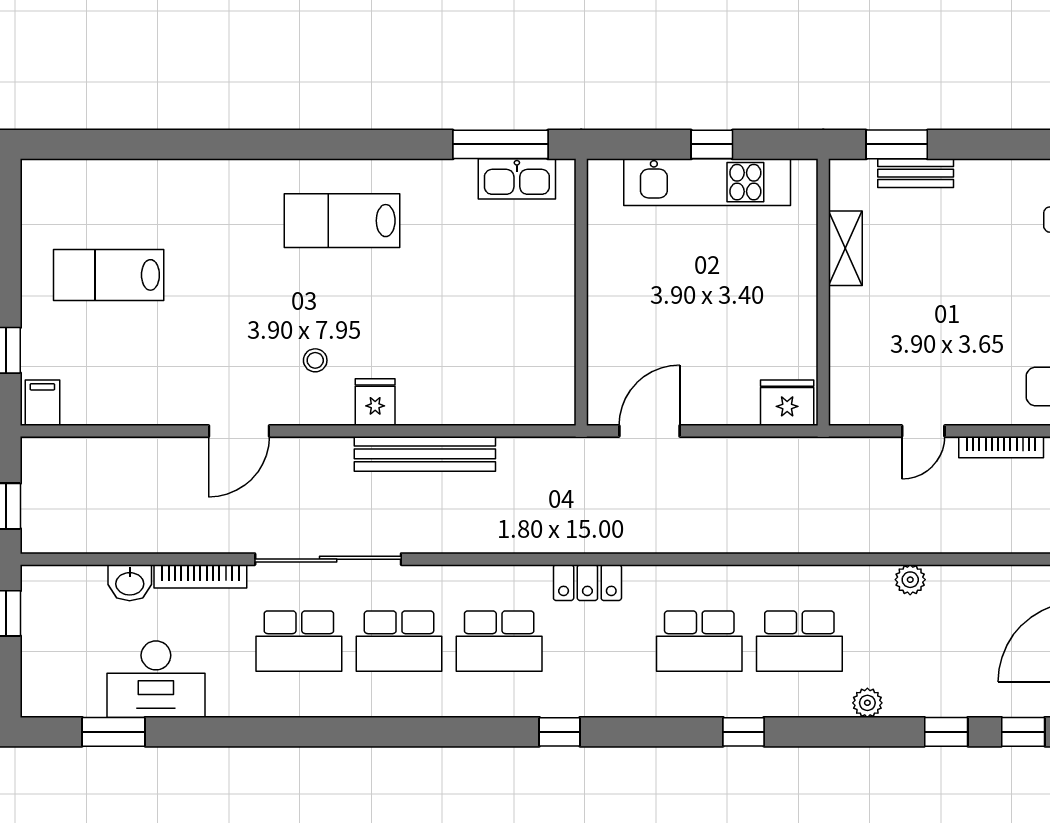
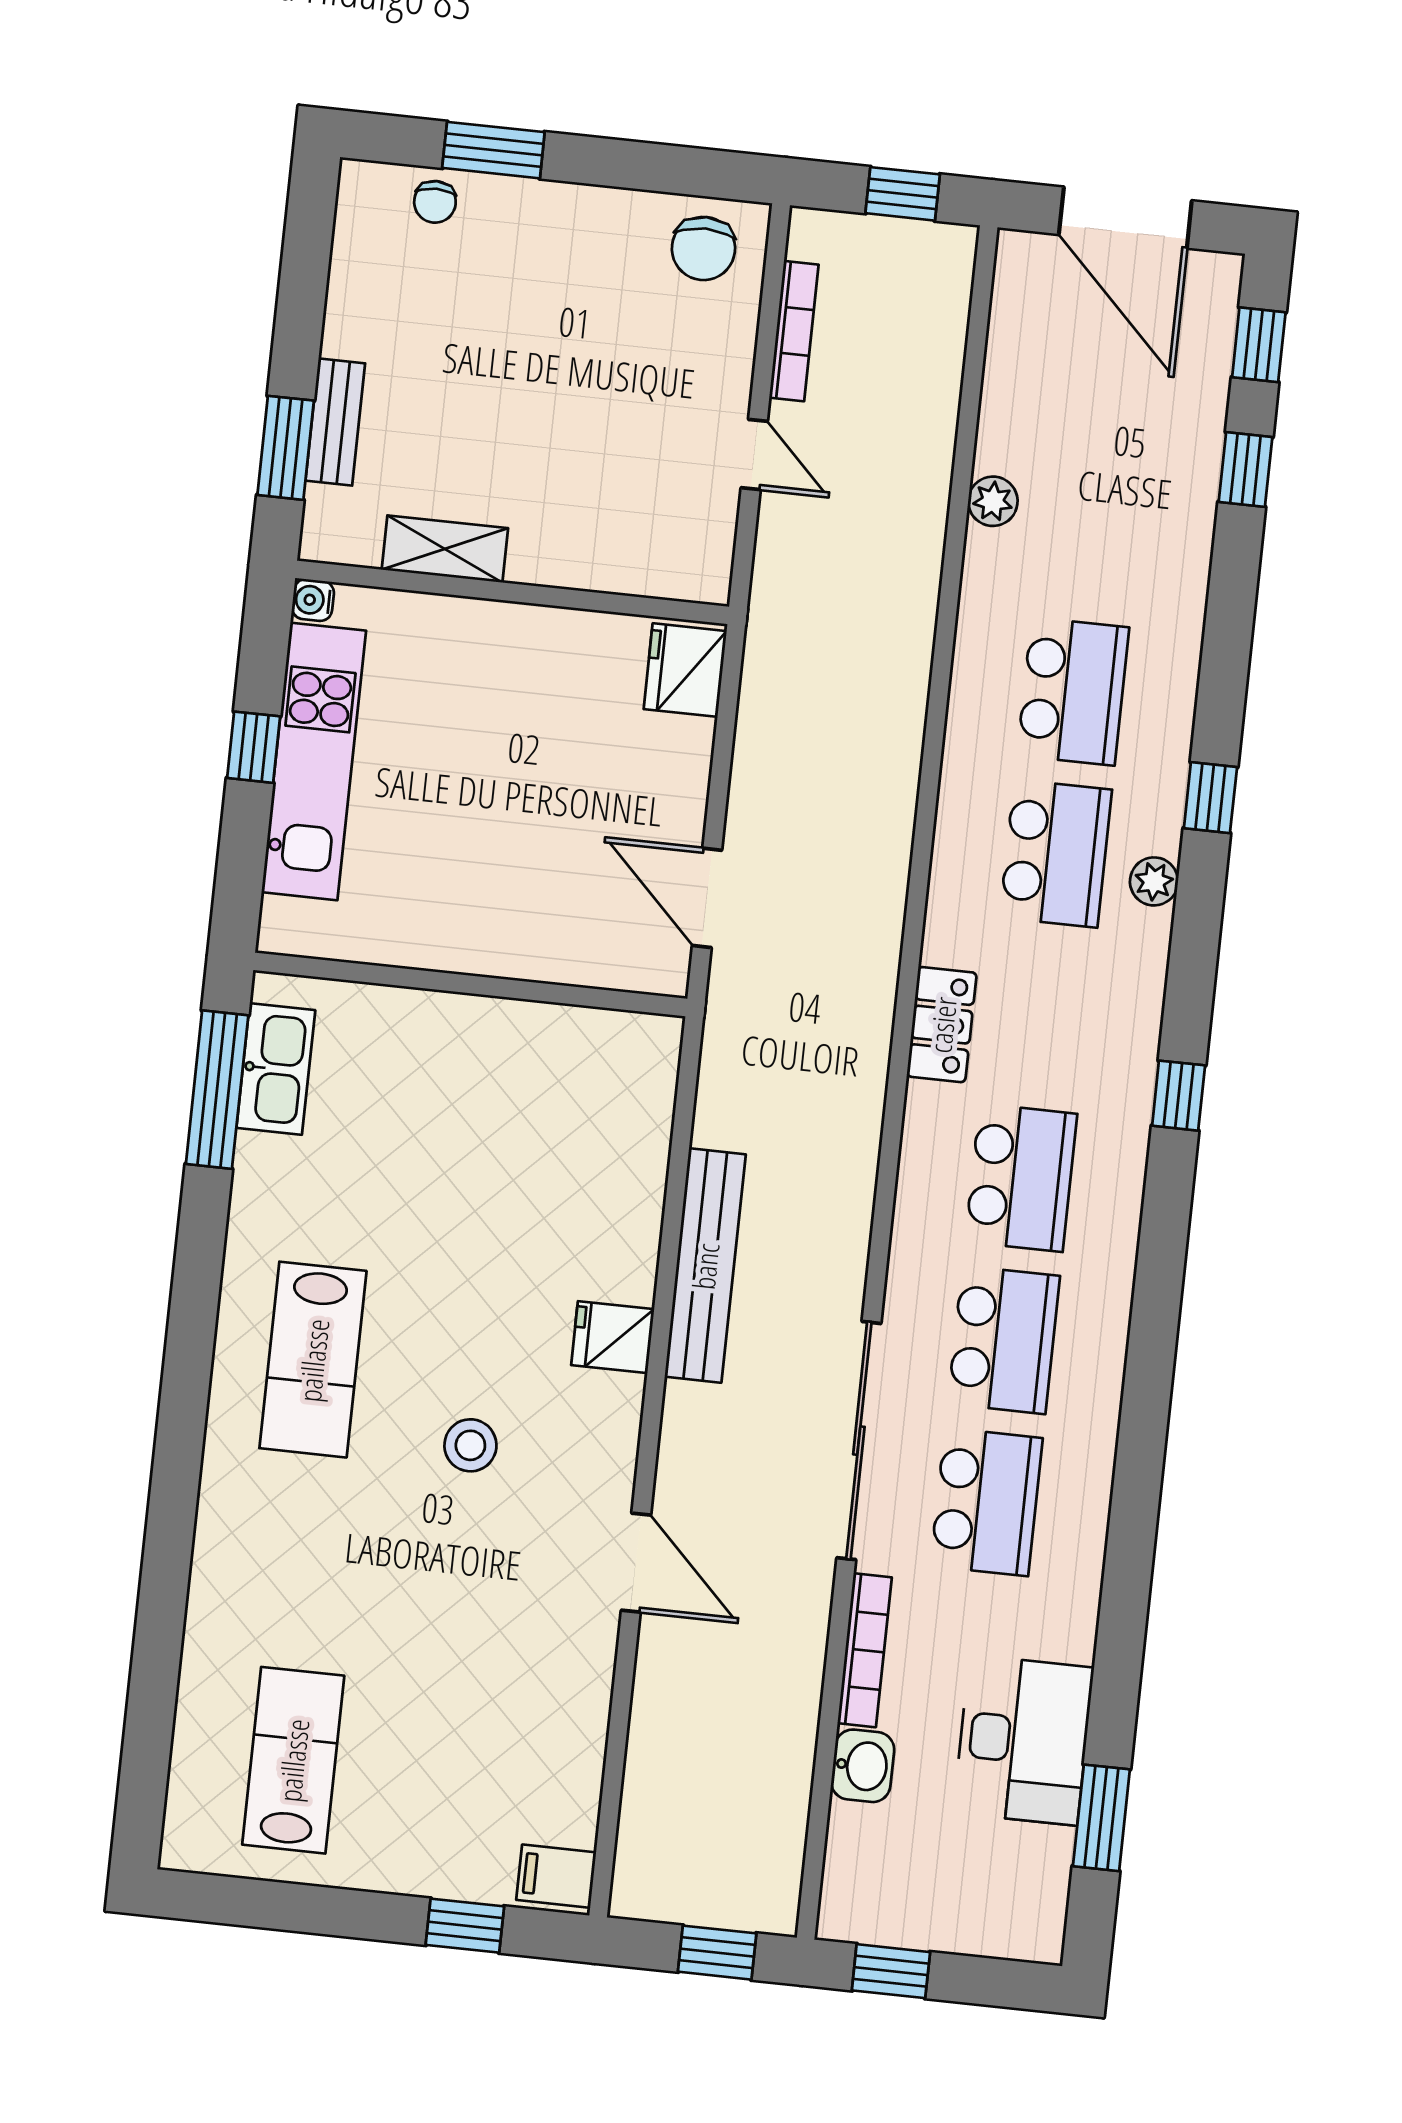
water cooler: (806, 171) -> (313, 600), added
lab bench: (109, 275) -> (293, 1760), moved, turned 180
stool: (315, 360) -> (470, 1445), moved, width x1.37, depth x1.37
plant: (867, 703) -> (1154, 881), moved

